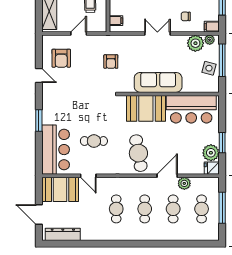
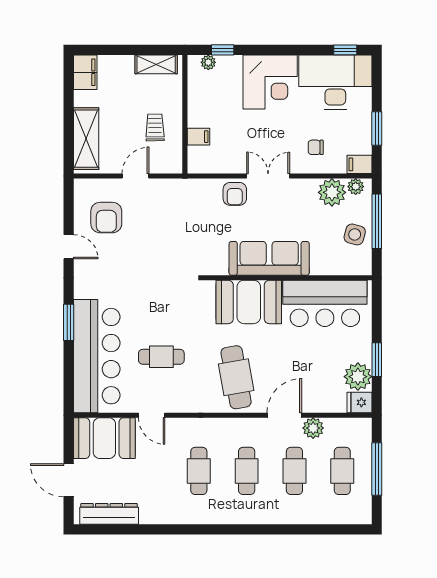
filing cabinet: (116, 21) -> (198, 137), moved
armchair: (111, 62) -> (235, 194), moved
bar counter: (56, 150) -> (97, 356), width x1.36

